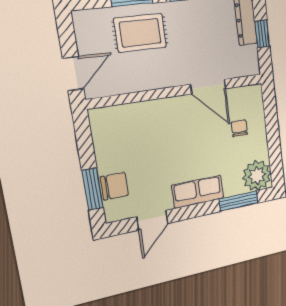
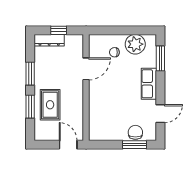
plant: (257, 175) -> (135, 44), moved
door: (152, 220) -> (160, 114), hinge flipped

